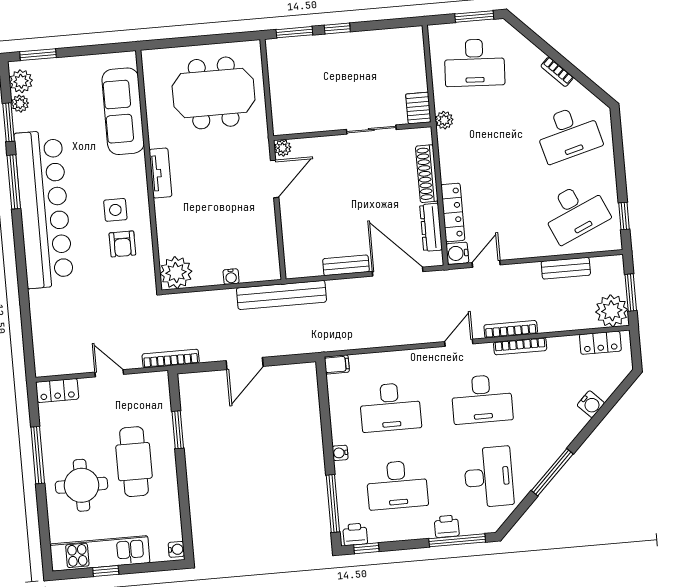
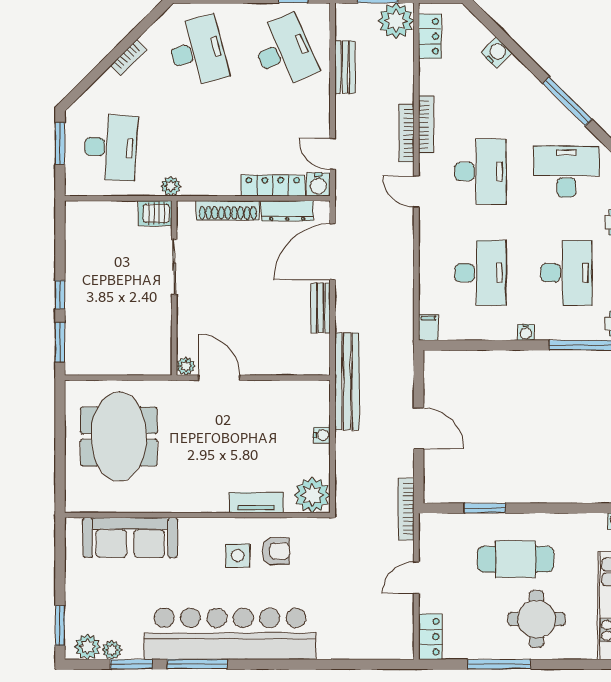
tv unit: (160, 173) -> (256, 502), moved

